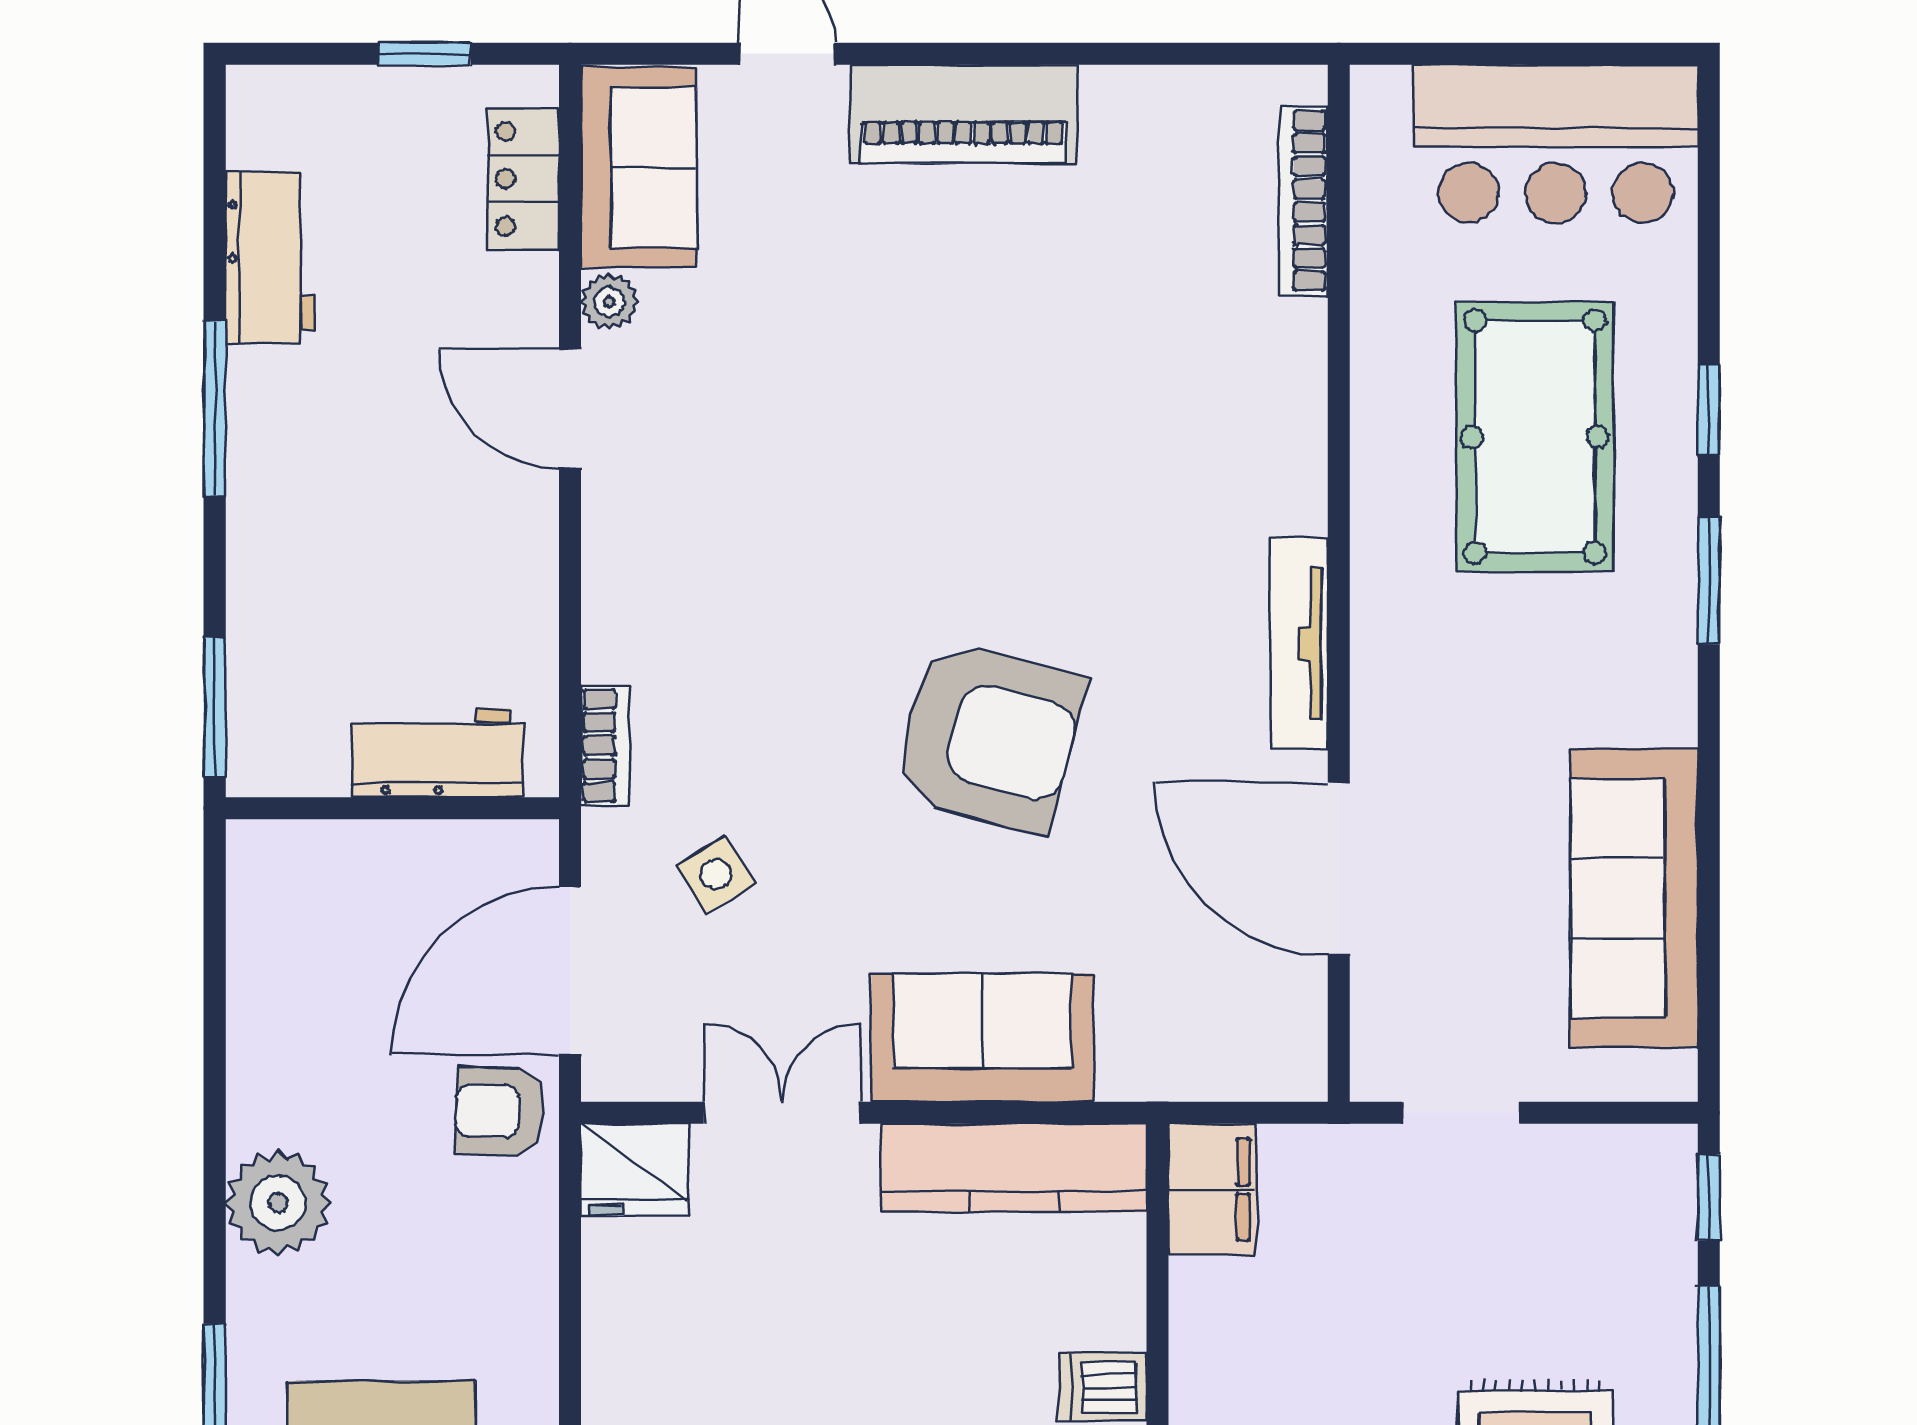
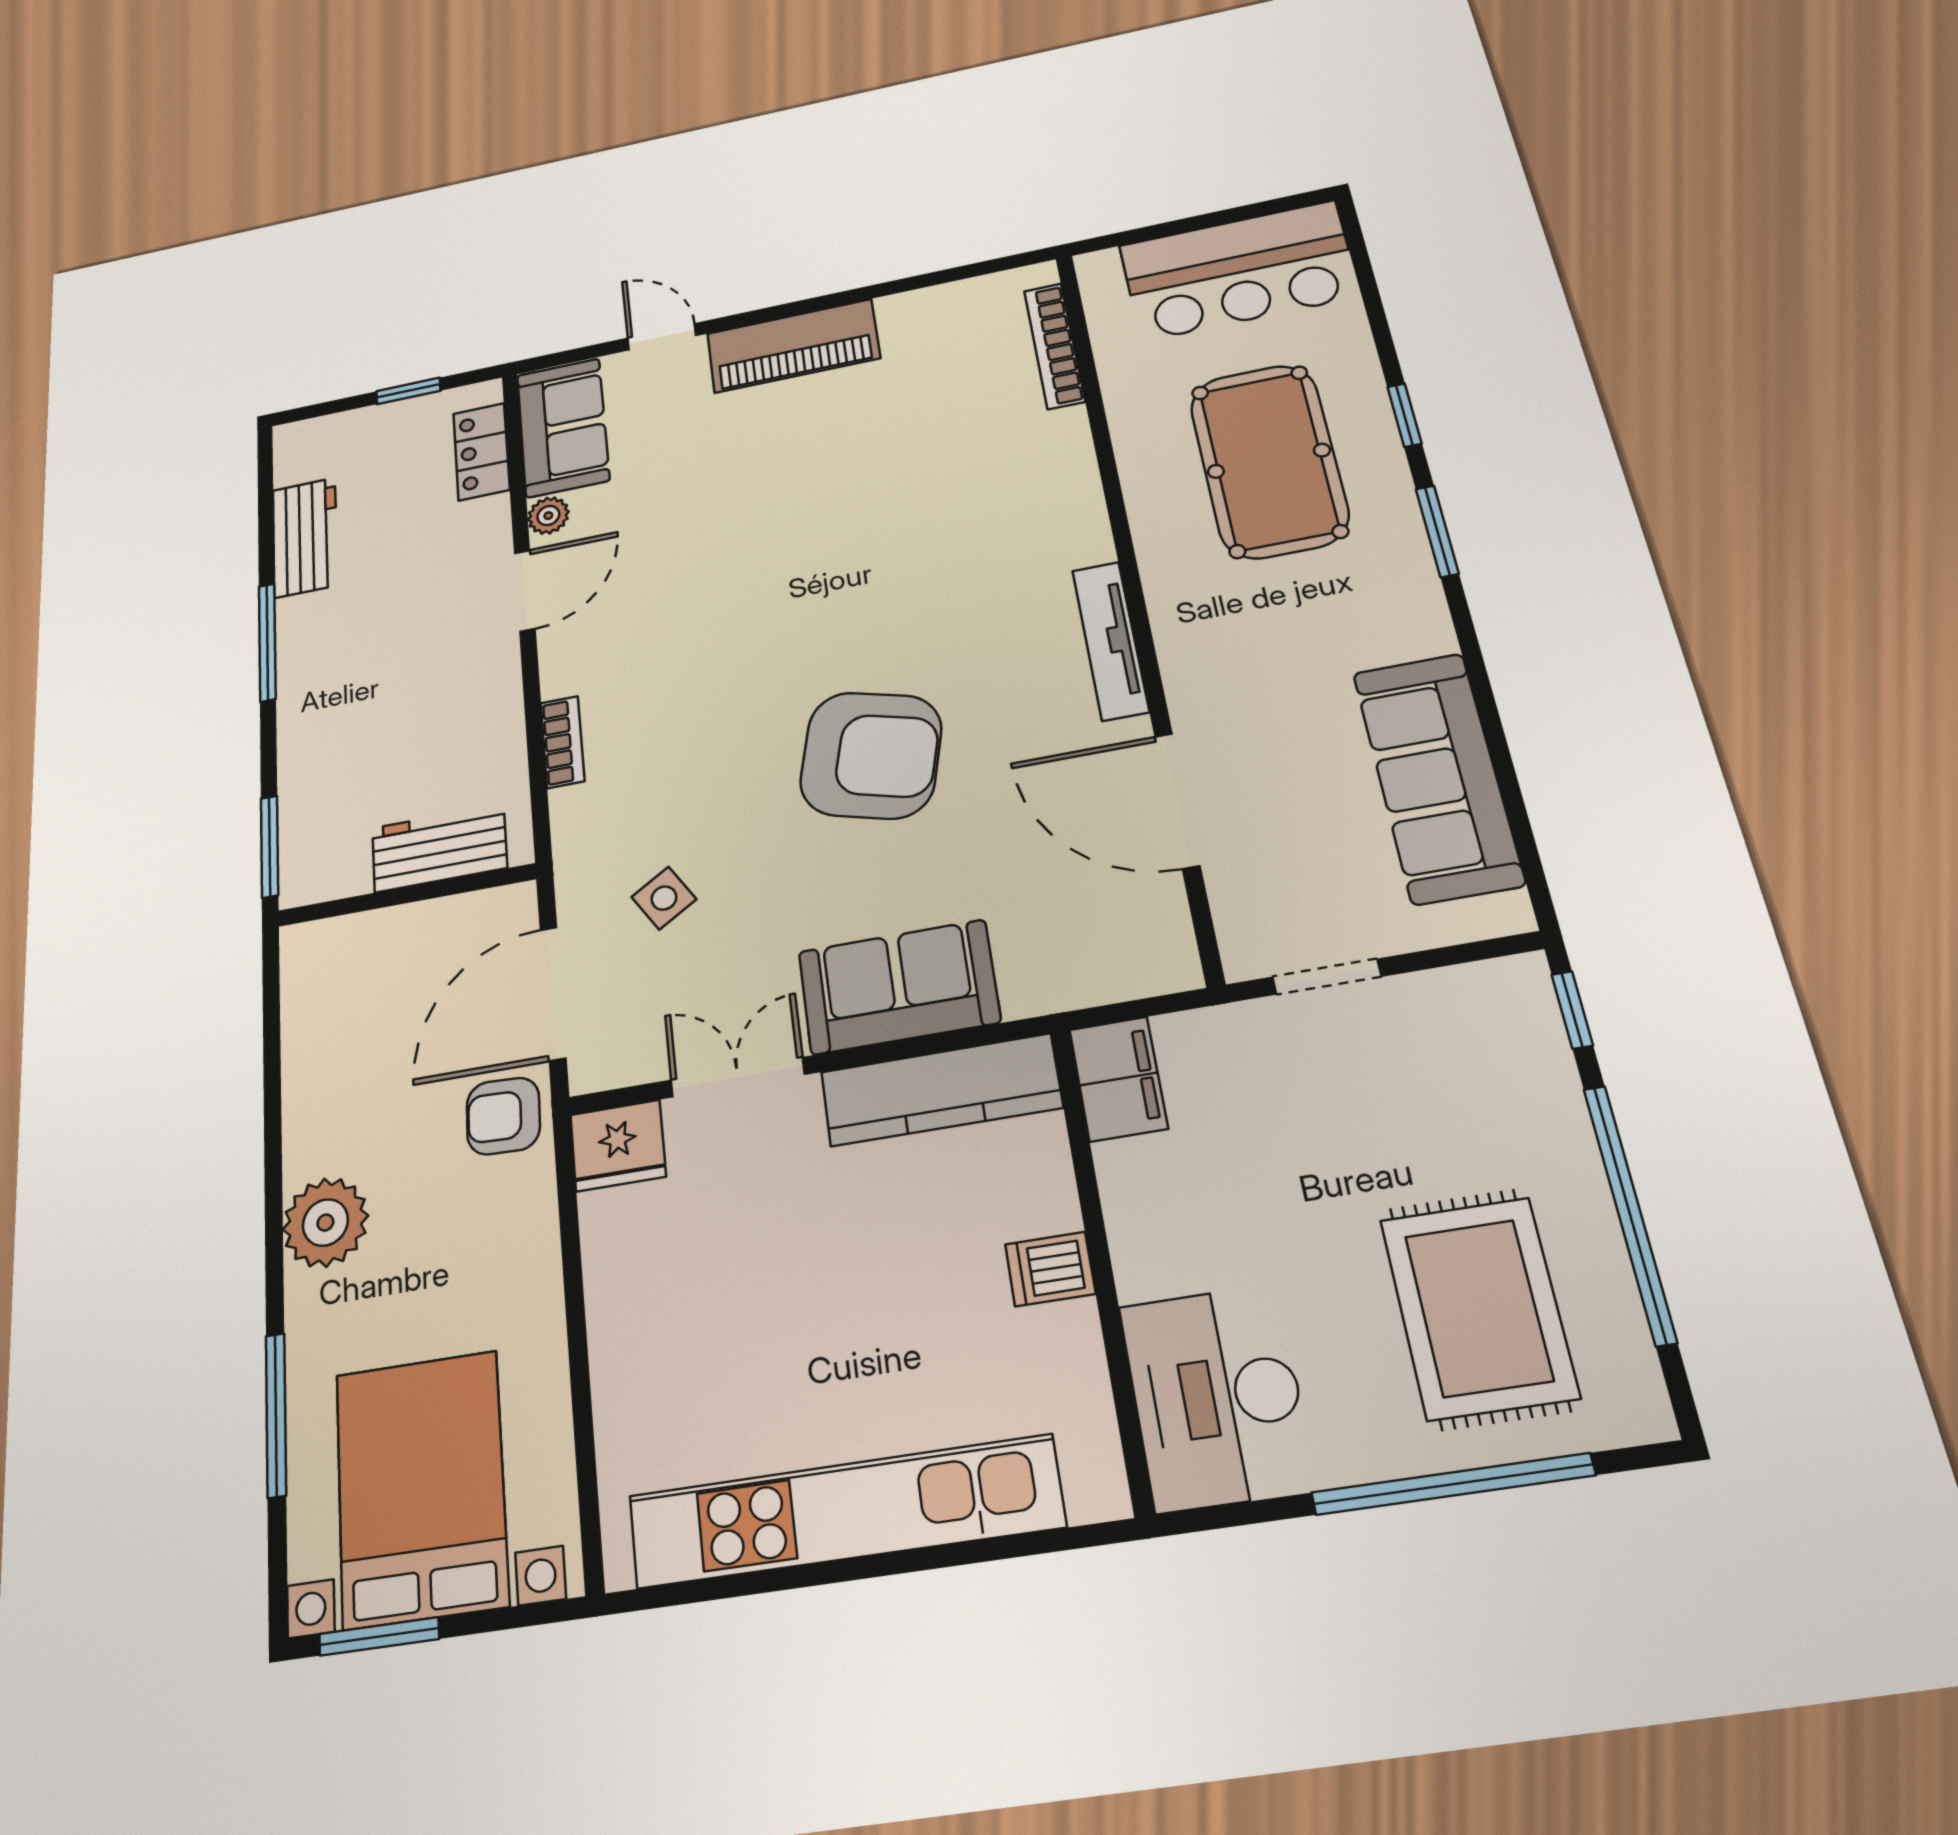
door: (570, 409) -> (525, 591), swing flipped
bookcase: (605, 746) -> (563, 742), moved

